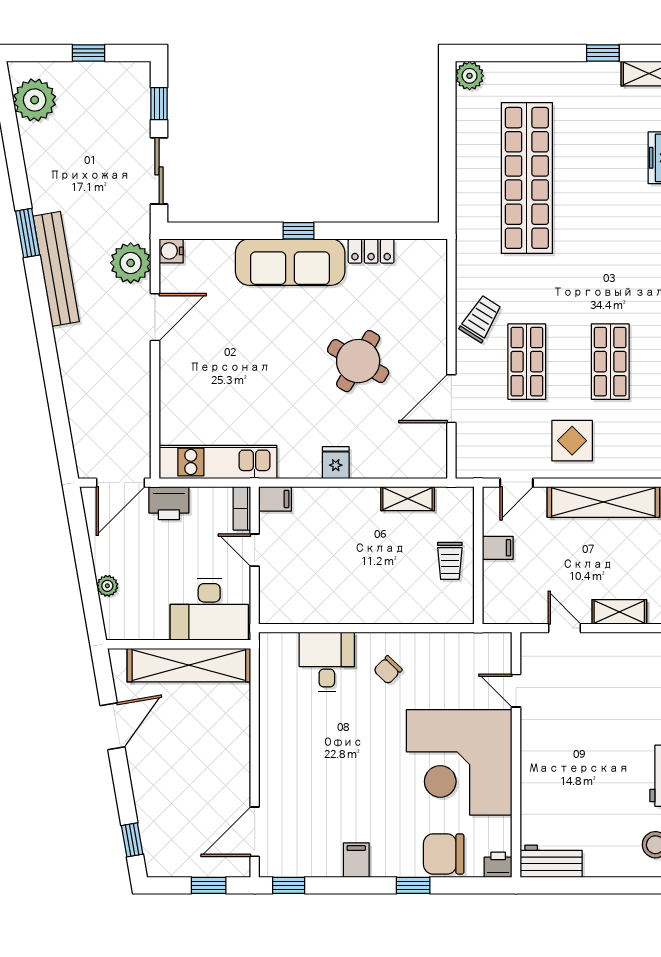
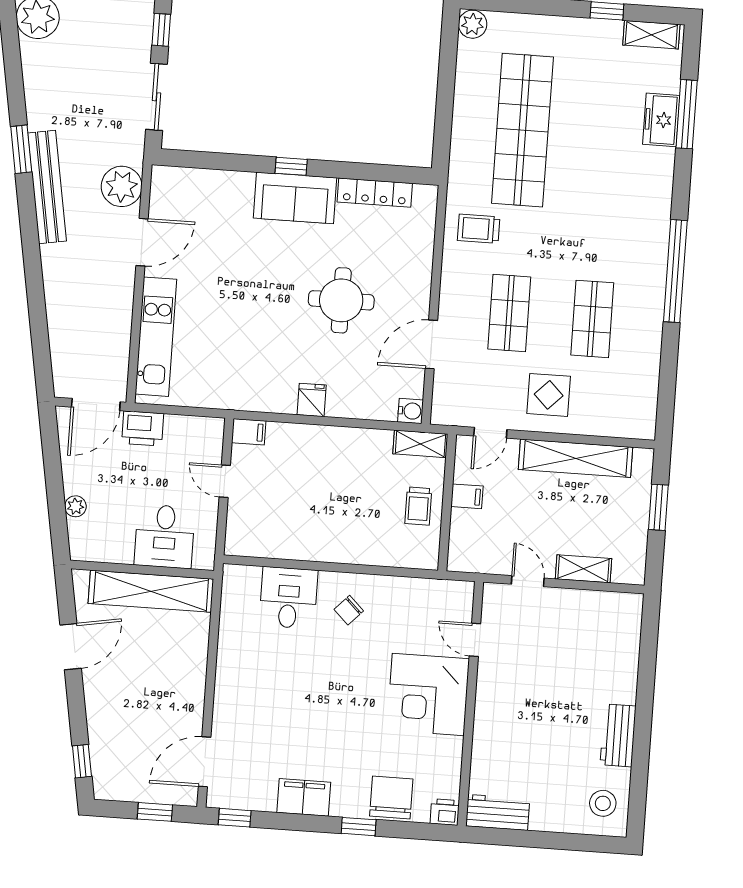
water cooler: (171, 251) -> (410, 411), moved, turned 180
locker: (371, 251) -> (375, 193), width x1.53
sofa: (290, 262) -> (295, 198), width x0.73
trolley: (481, 319) -> (479, 229), moved, turned -122
round table: (358, 361) -> (341, 300), turned -30
kitchen unit: (218, 462) -> (156, 337), moved, turned 90
shelving: (408, 499) -> (420, 444), moved
bookcase: (242, 508) -> (215, 439), removed
desk: (209, 609) -> (165, 536), width x0.73
corner desk: (459, 762) -> (428, 695), width x0.74, depth x0.74
chair: (444, 854) -> (391, 797), turned 90
filing cabinet: (356, 860) -> (304, 797), width x2.00

